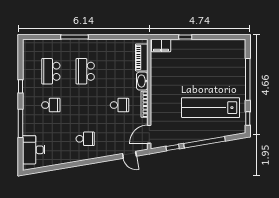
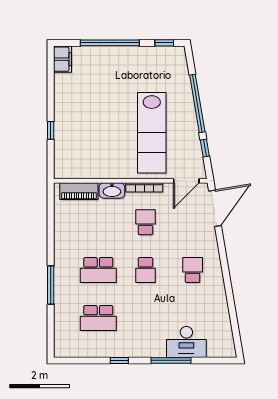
filing cabinet: (161, 46) -> (62, 59), moved
school desk: (51, 105) -> (145, 270), moved, turned 180
lab bench: (211, 108) -> (152, 133), moved
door: (149, 134) -> (186, 181), hinge flipped
desk: (34, 150) -> (186, 342), moved
door: (129, 155) -> (215, 208), width x1.87

